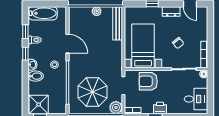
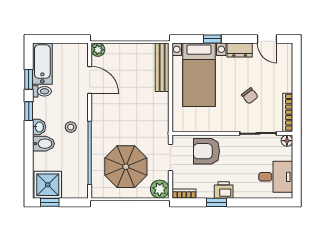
plant: (97, 11) -> (98, 50), moved
bathtub: (43, 13) -> (42, 64), moved, turned -90
door: (68, 44) -> (90, 80), moved
bed with nightstands: (143, 46) -> (199, 75), moved, turned 180

